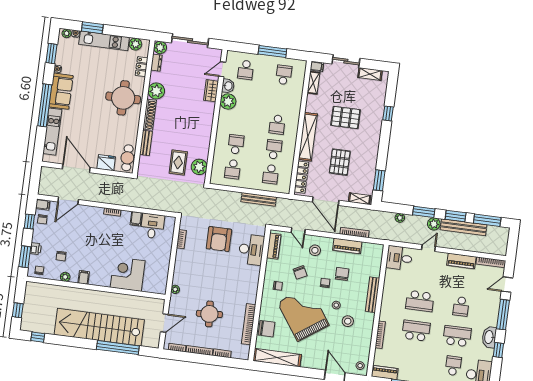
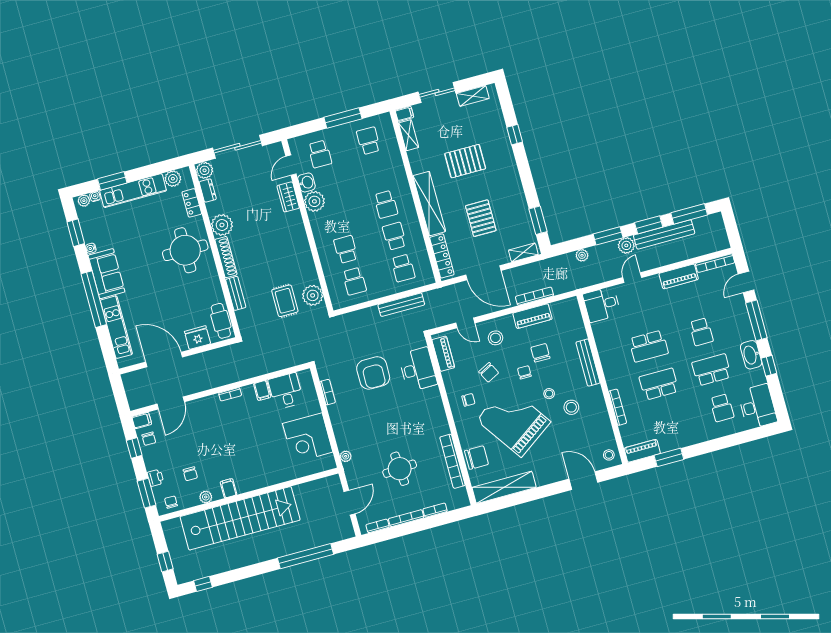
corner desk: (128, 274) -> (308, 438), moved, turned -90
stairs: (99, 327) -> (240, 518), moved, turned 180
school desk: (453, 366) -> (722, 408), turned 180

